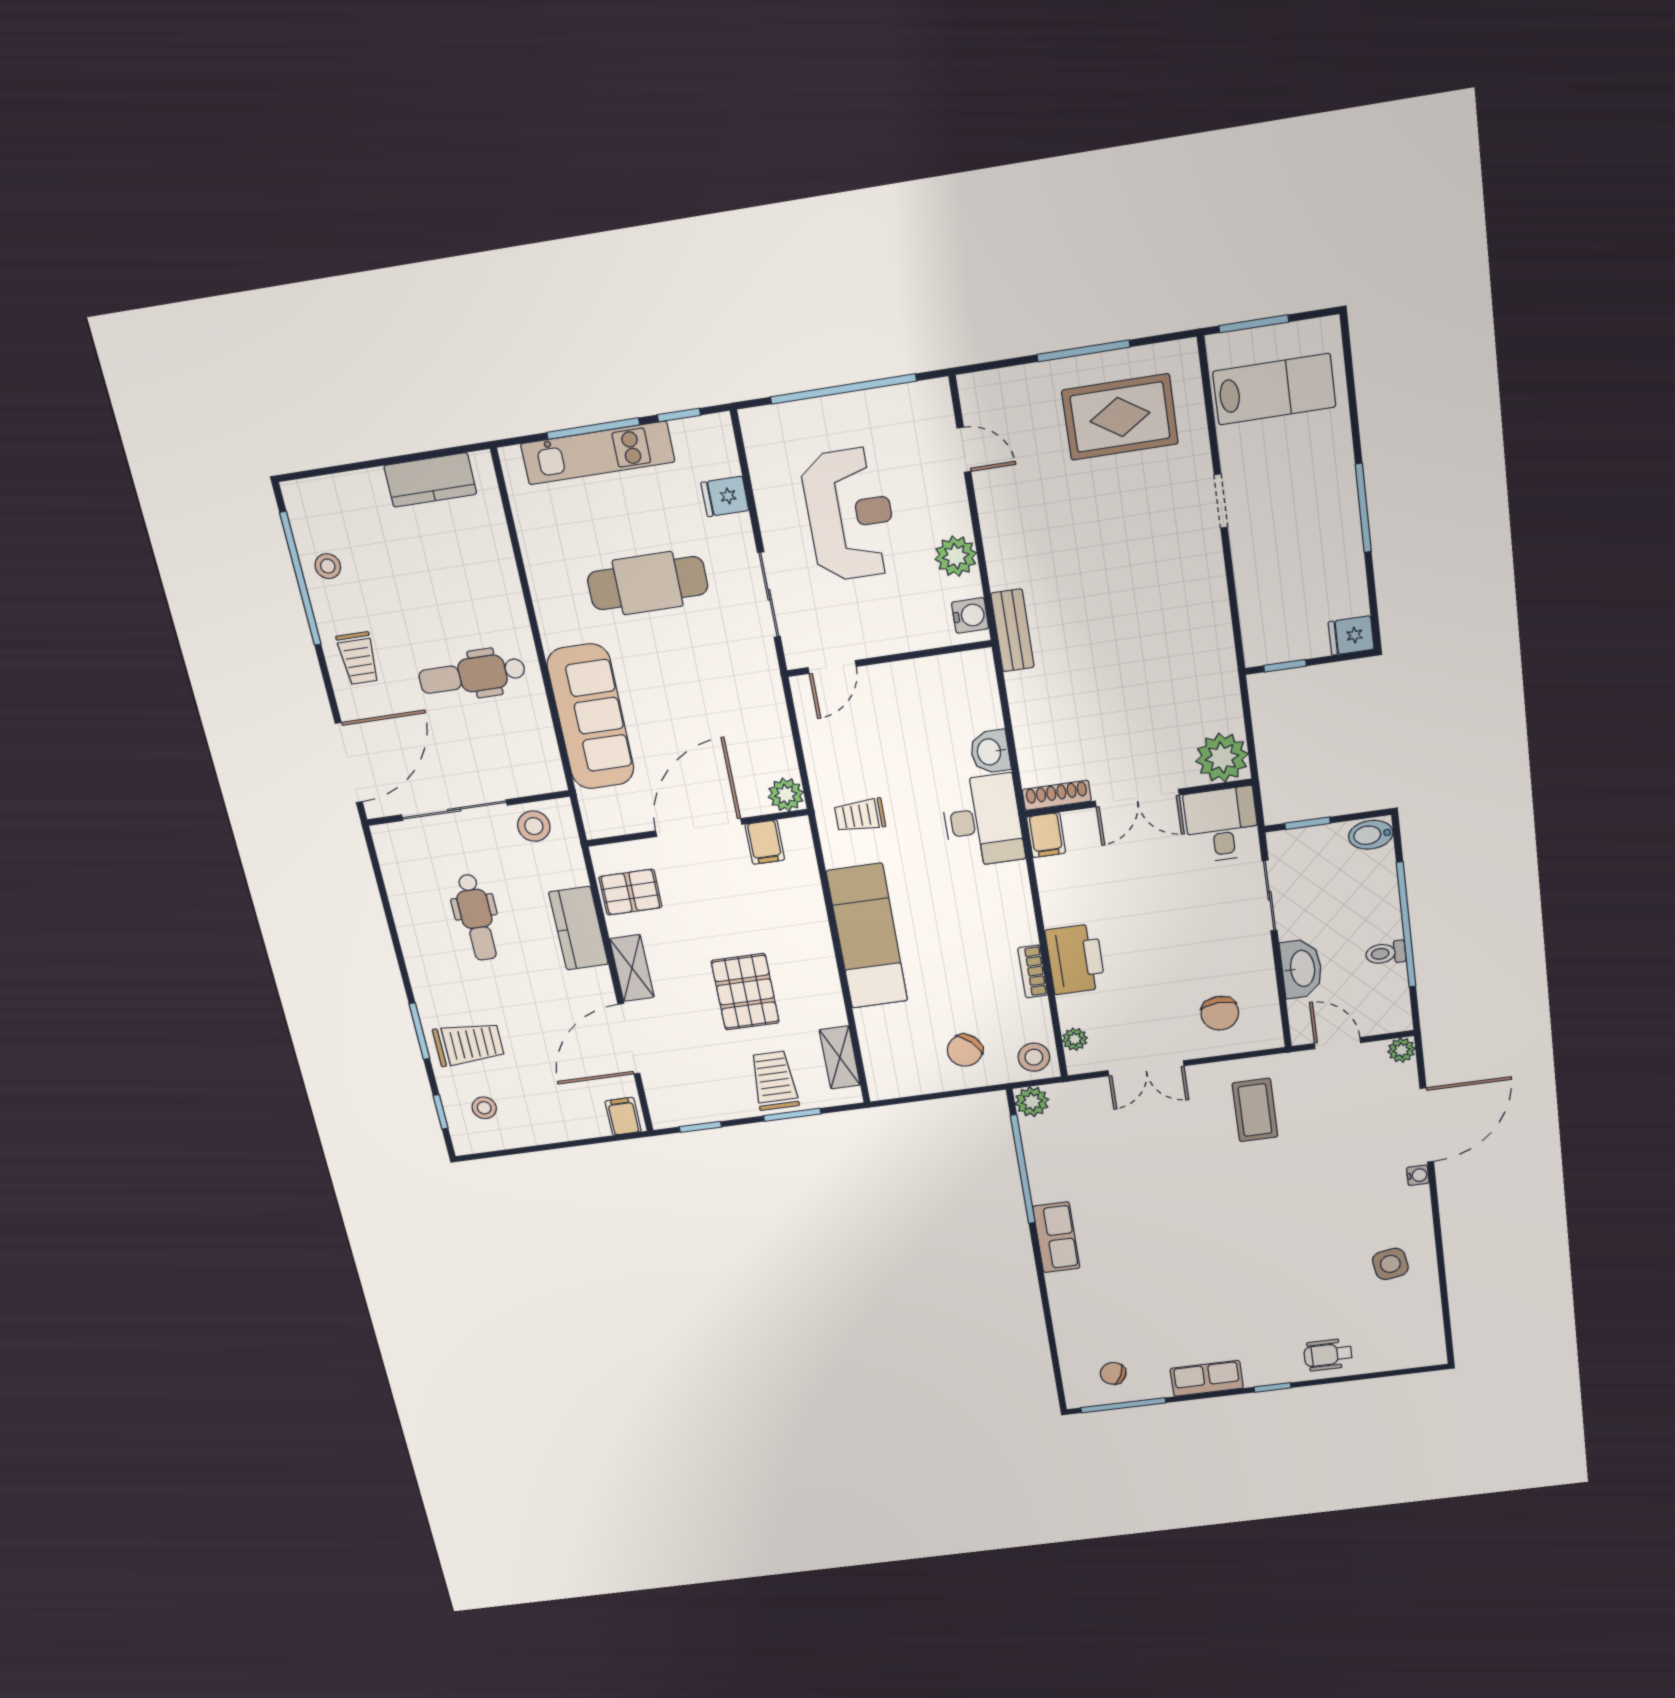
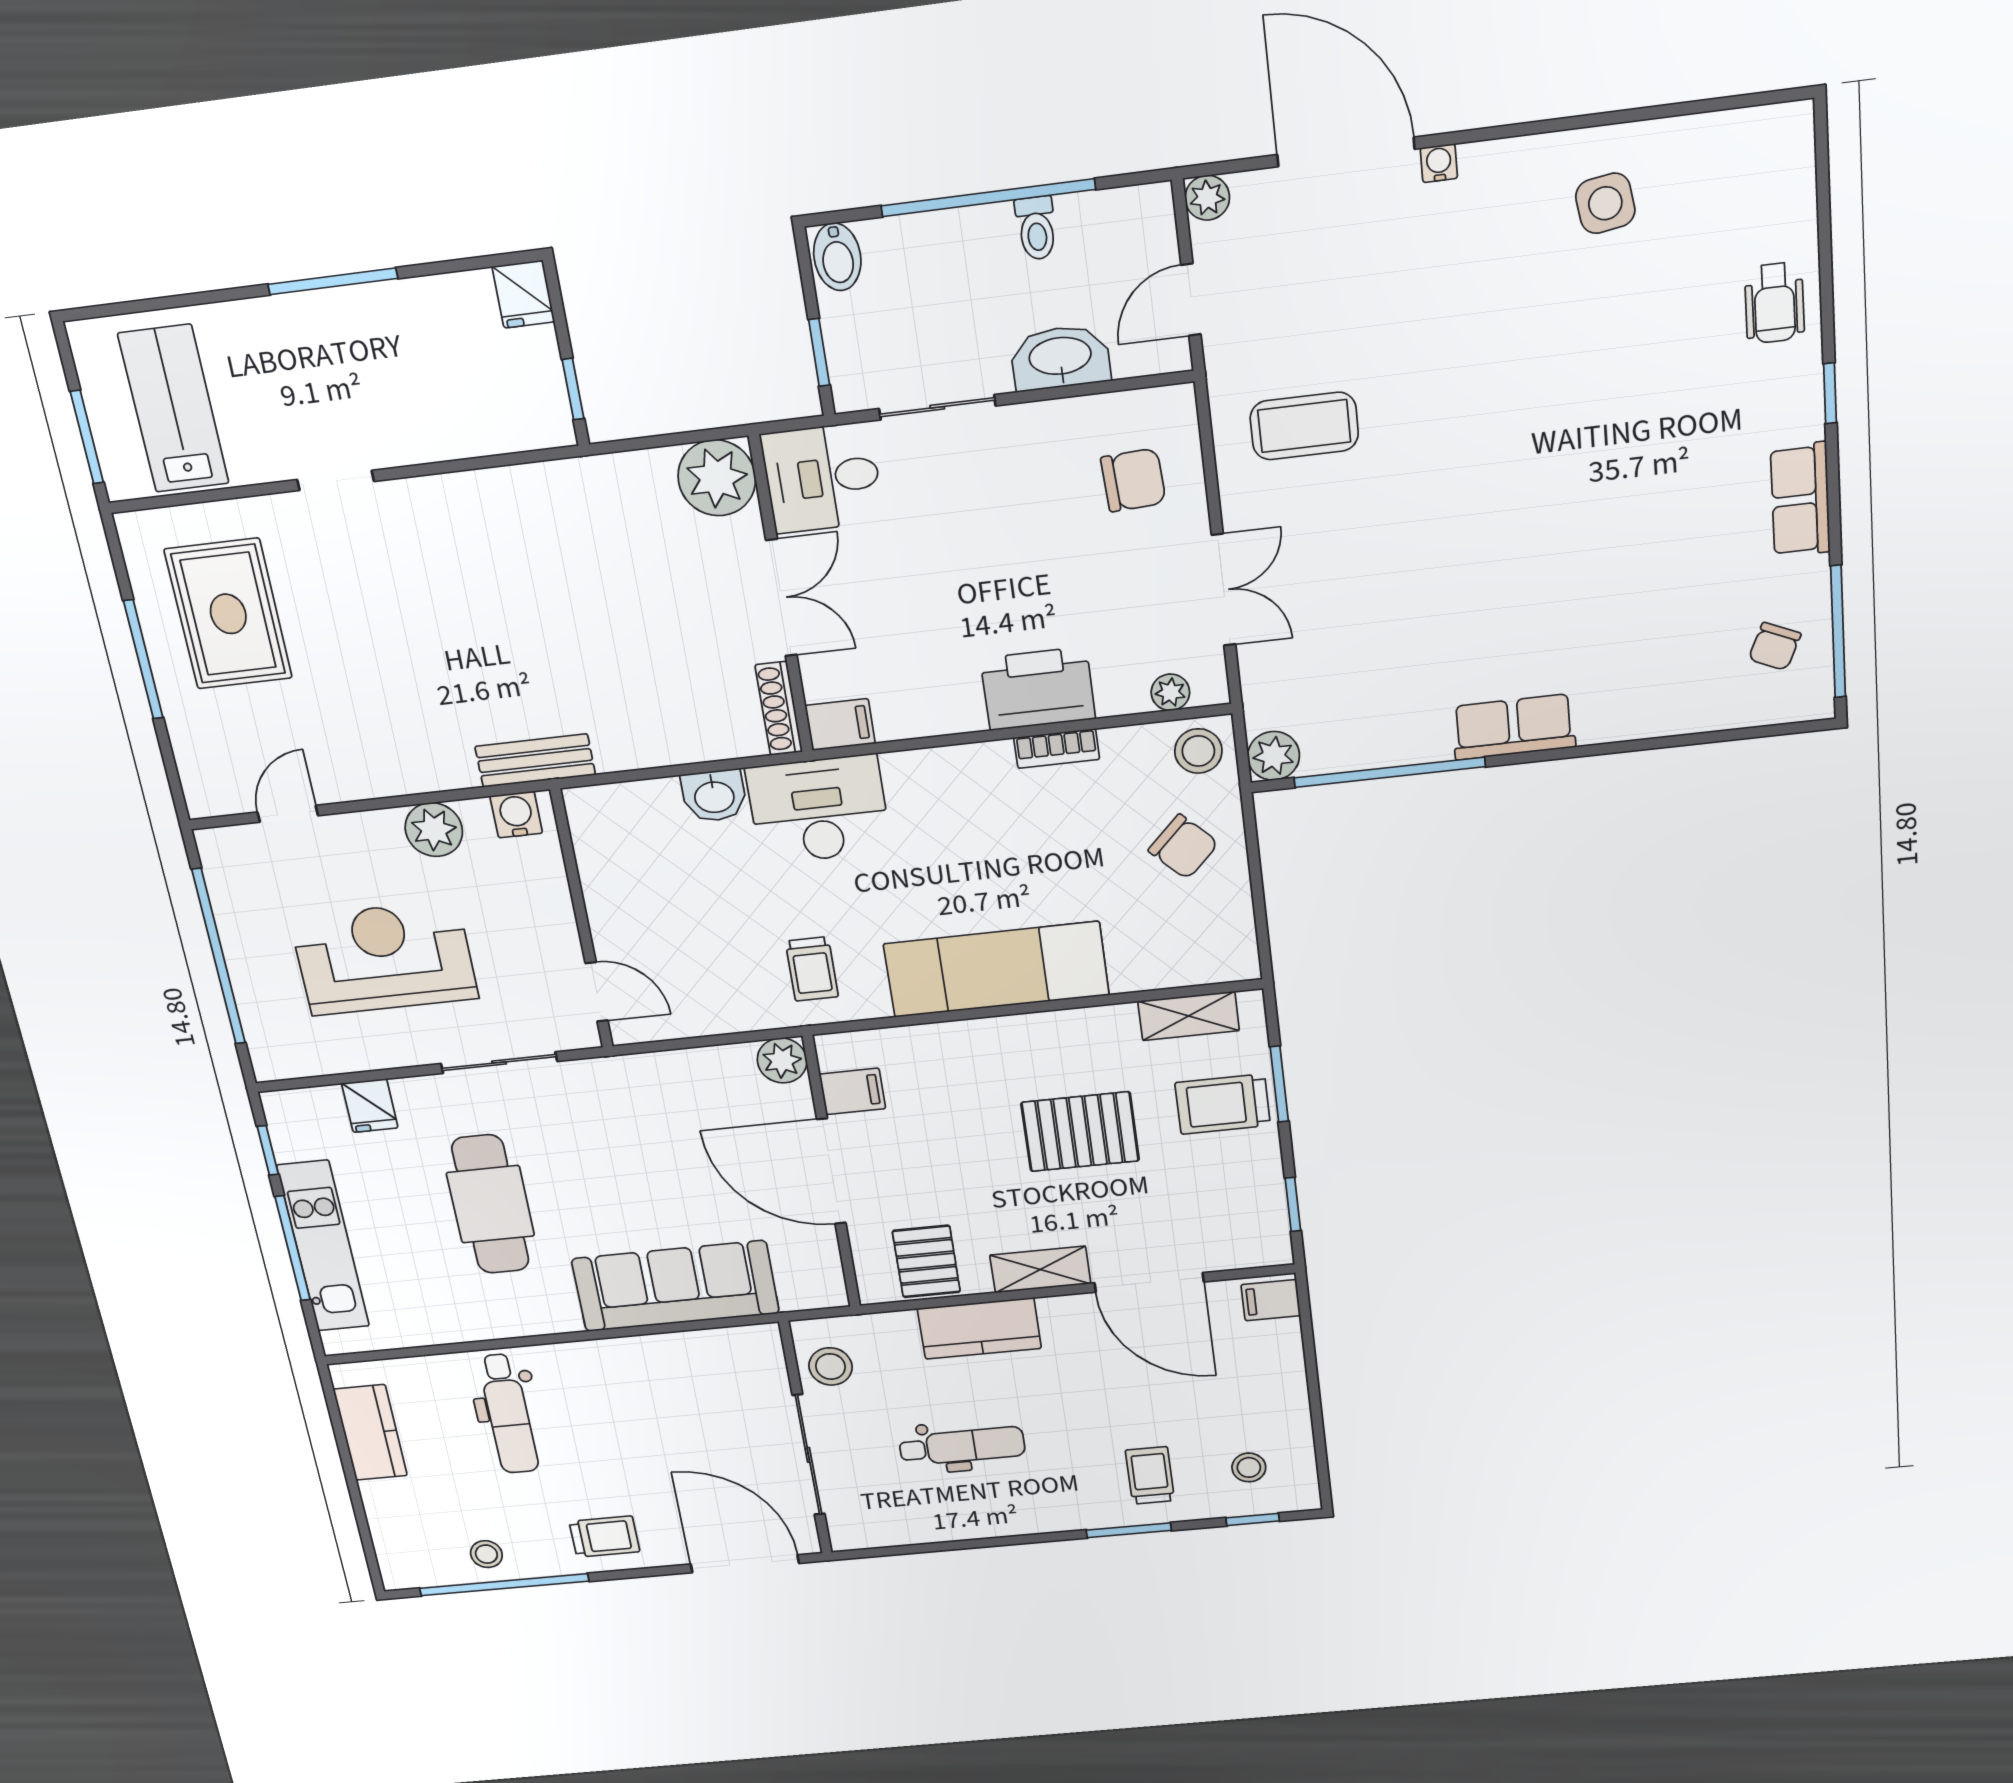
dental chair: (472, 675) -> (508, 1414), moved
trolley: (469, 1044) -> (1150, 1475), width x0.73, depth x0.72

